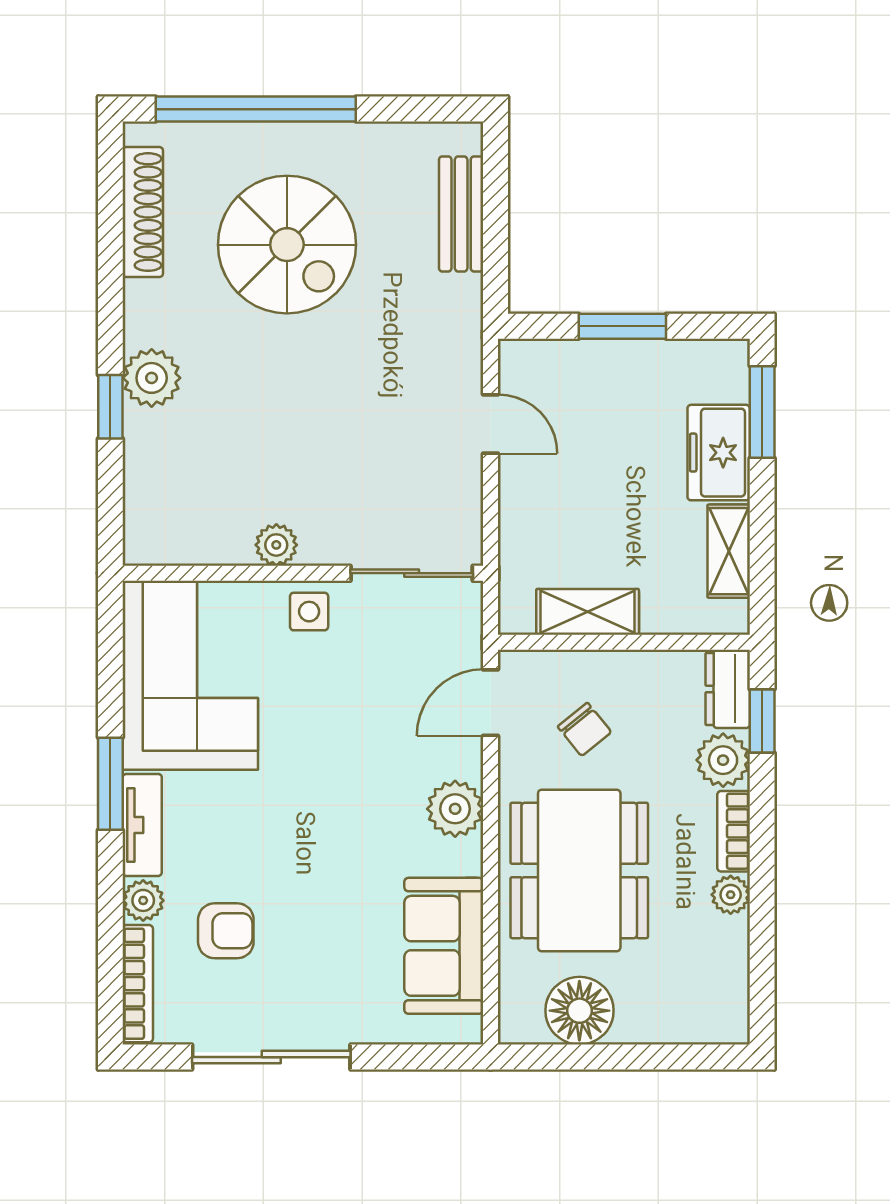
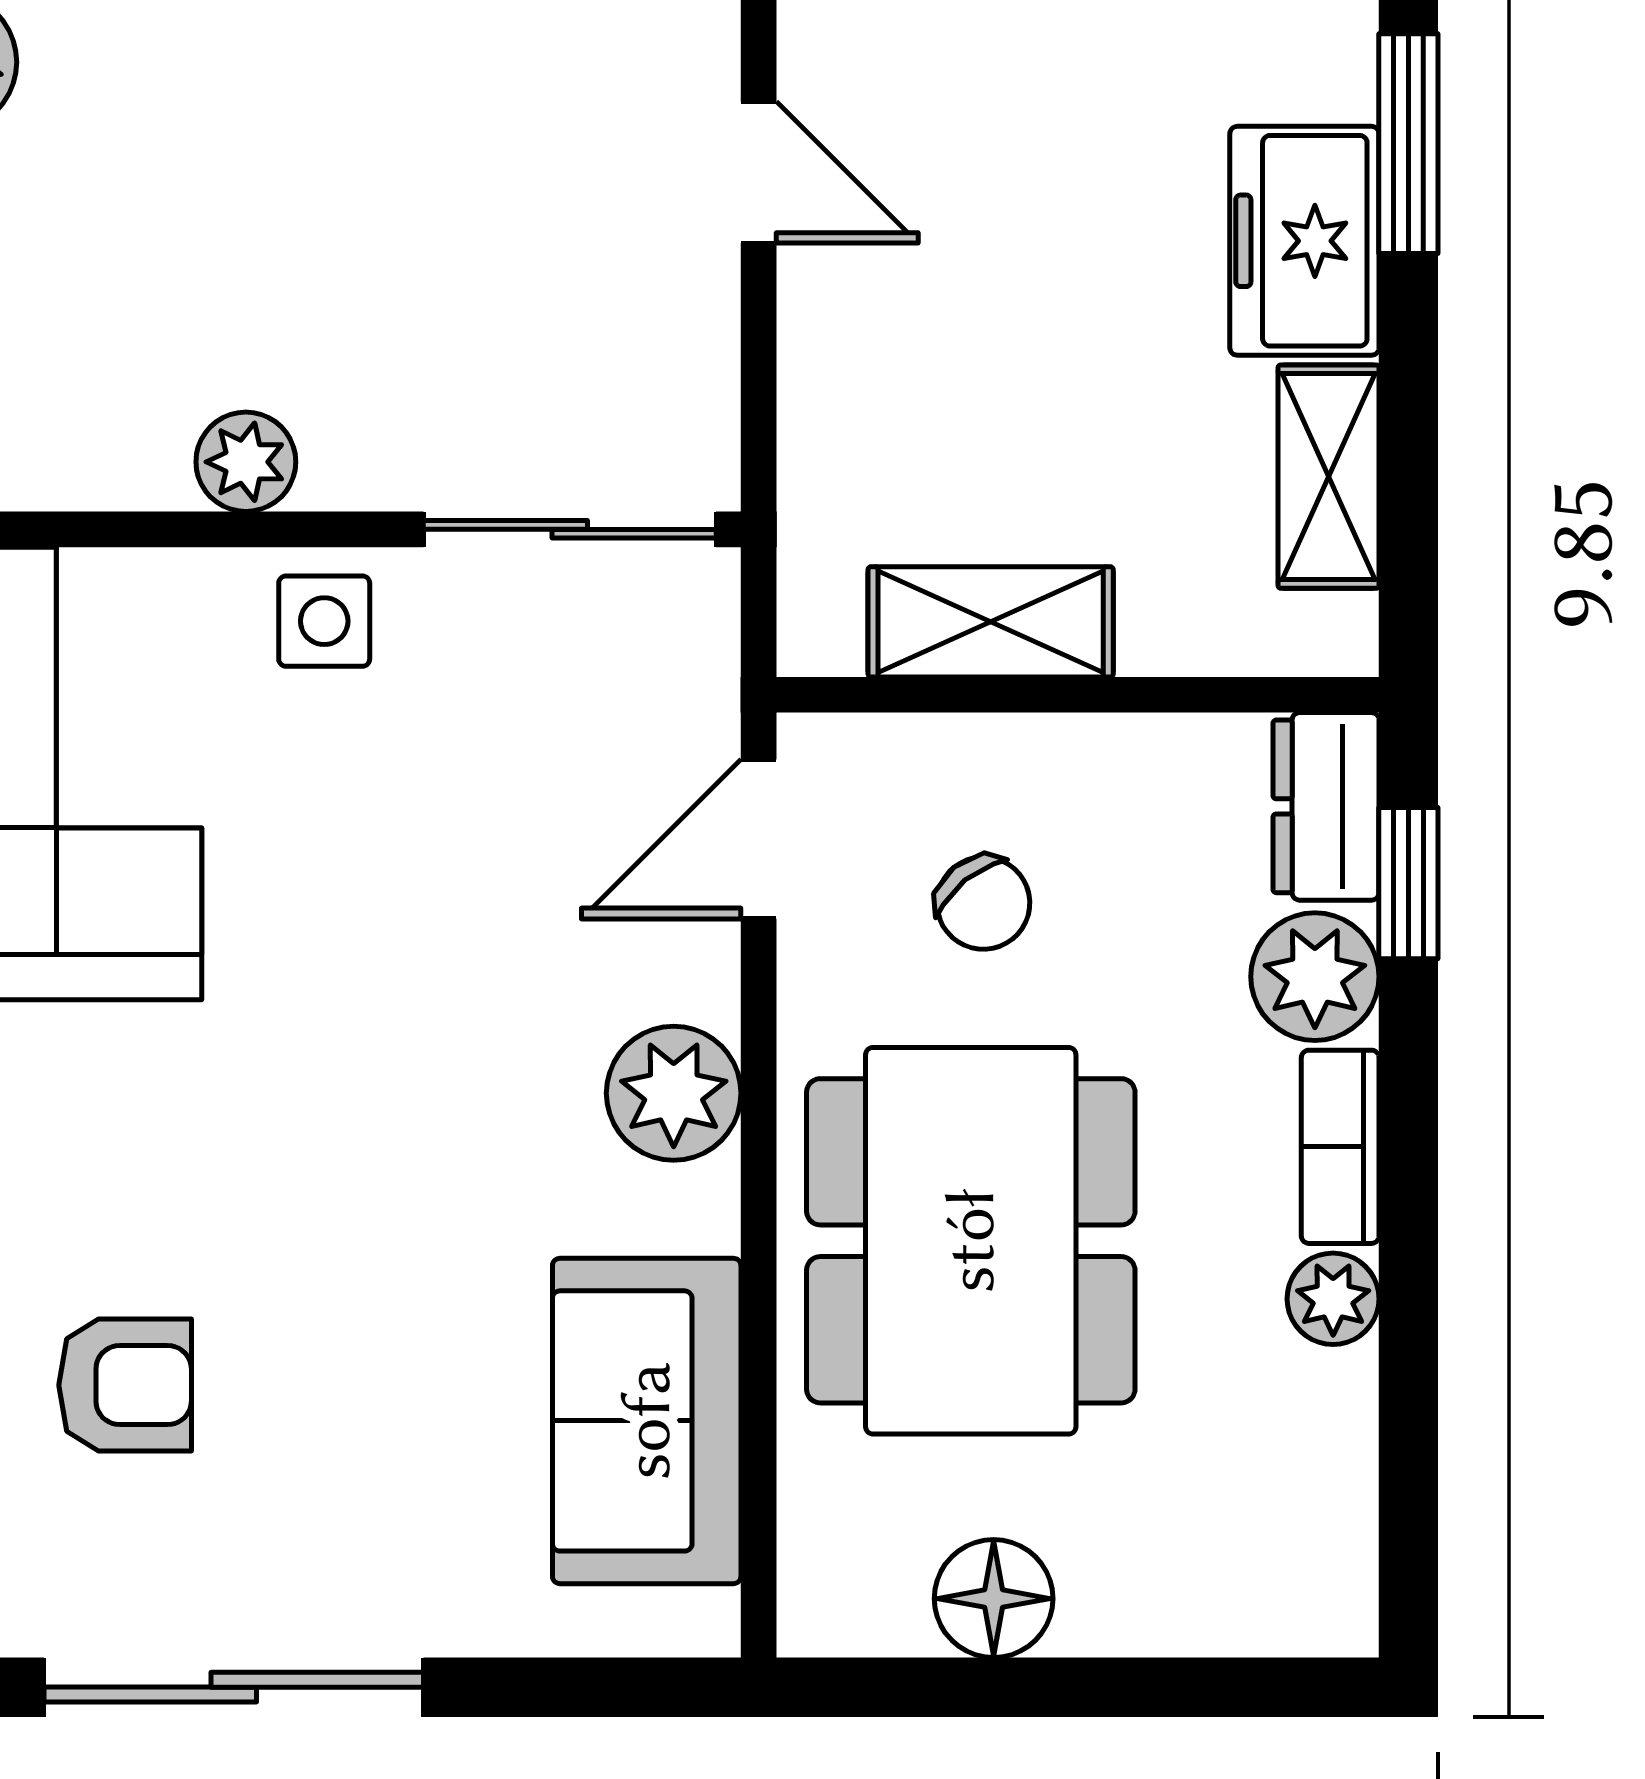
floor lamp: (579, 1011) -> (994, 1599), width x0.73, depth x0.73

